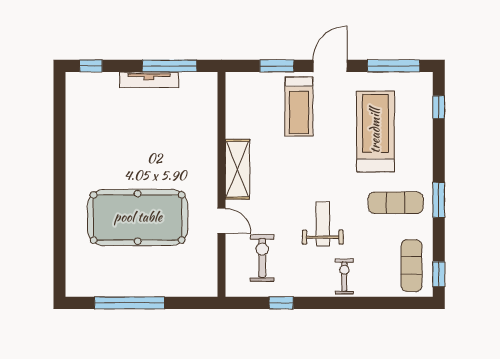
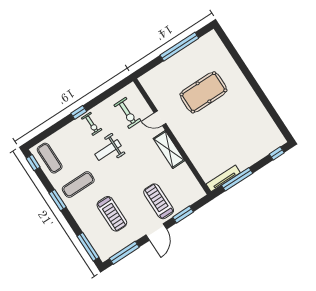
tv unit: (149, 80) -> (223, 178), moved
window: (439, 107) -> (88, 247), width x2.17
treadmill: (375, 131) -> (112, 214), width x0.73, depth x0.73
pool table: (138, 217) -> (203, 92), width x0.73, depth x0.76
weight bench: (323, 224) -> (108, 150), turned 90
exercise bike: (344, 276) -> (92, 124), moved
window: (281, 303) -> (79, 112), moved

